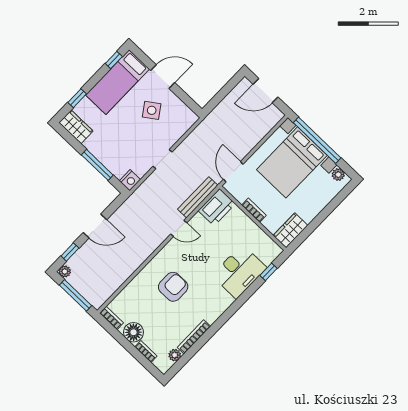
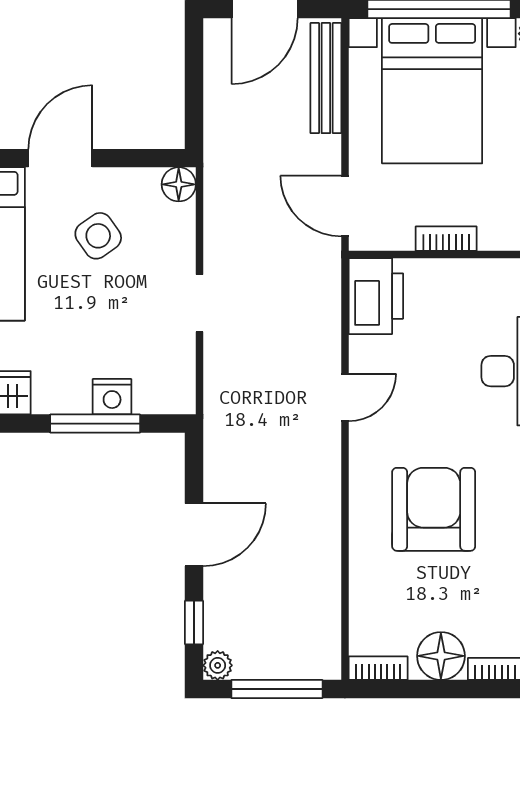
floor lamp: (190, 118) -> (179, 184), added
nightstand: (130, 180) -> (112, 397), moved, turned 90
bench: (198, 197) -> (326, 78), moved
armchair: (173, 287) -> (434, 509), width x1.36, depth x1.36

